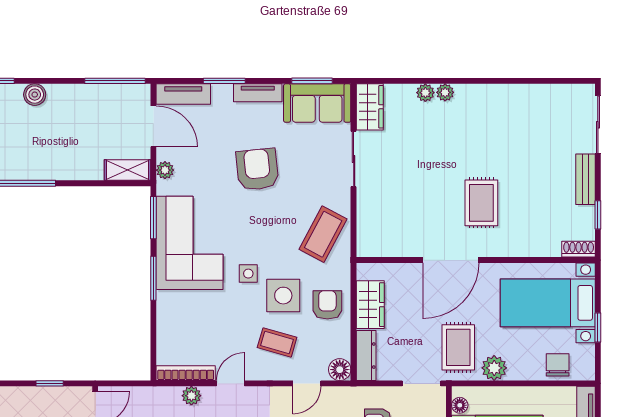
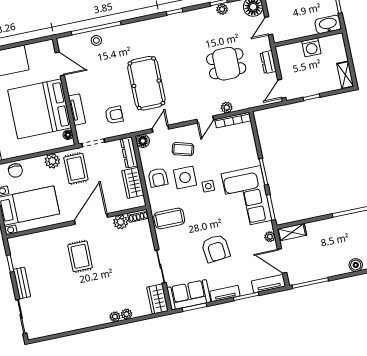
coffee table: (323, 234) -> (169, 218), turned 62
plant: (403, 245) -> (121, 222), added
shoe rack: (579, 249) -> (138, 216), moved

